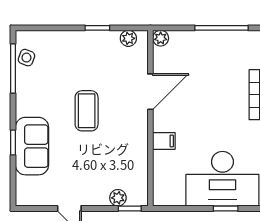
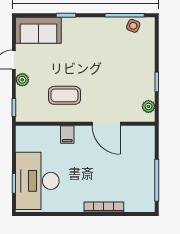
plant: (161, 38) -> (149, 132), removed
coffee table: (87, 111) -> (65, 95), moved
sofa: (32, 146) -> (38, 30), moved
plant: (118, 198) -> (22, 80), moved

